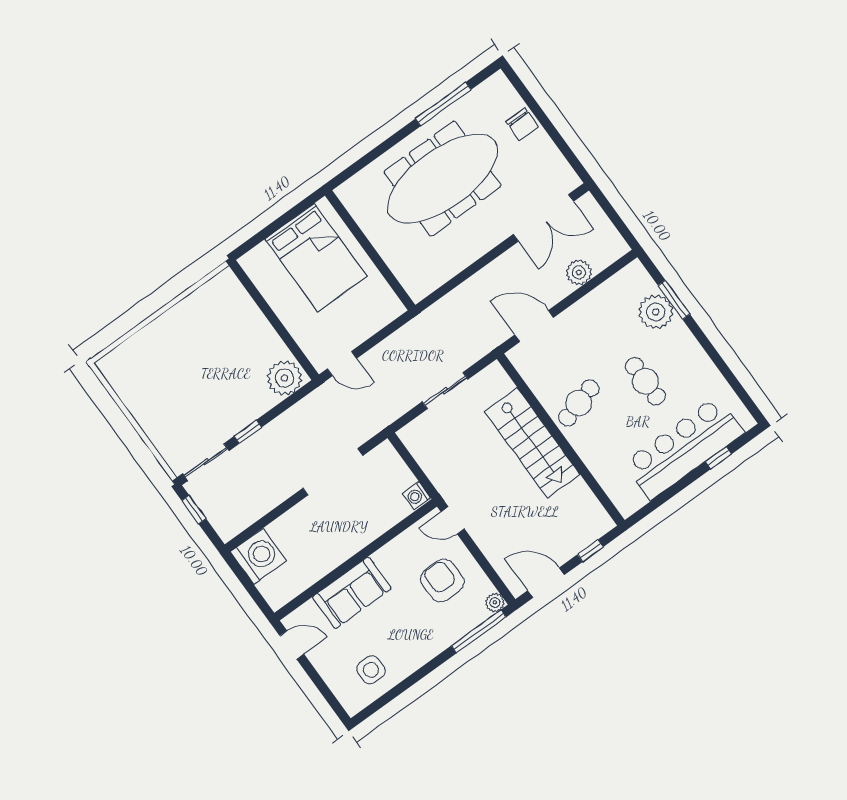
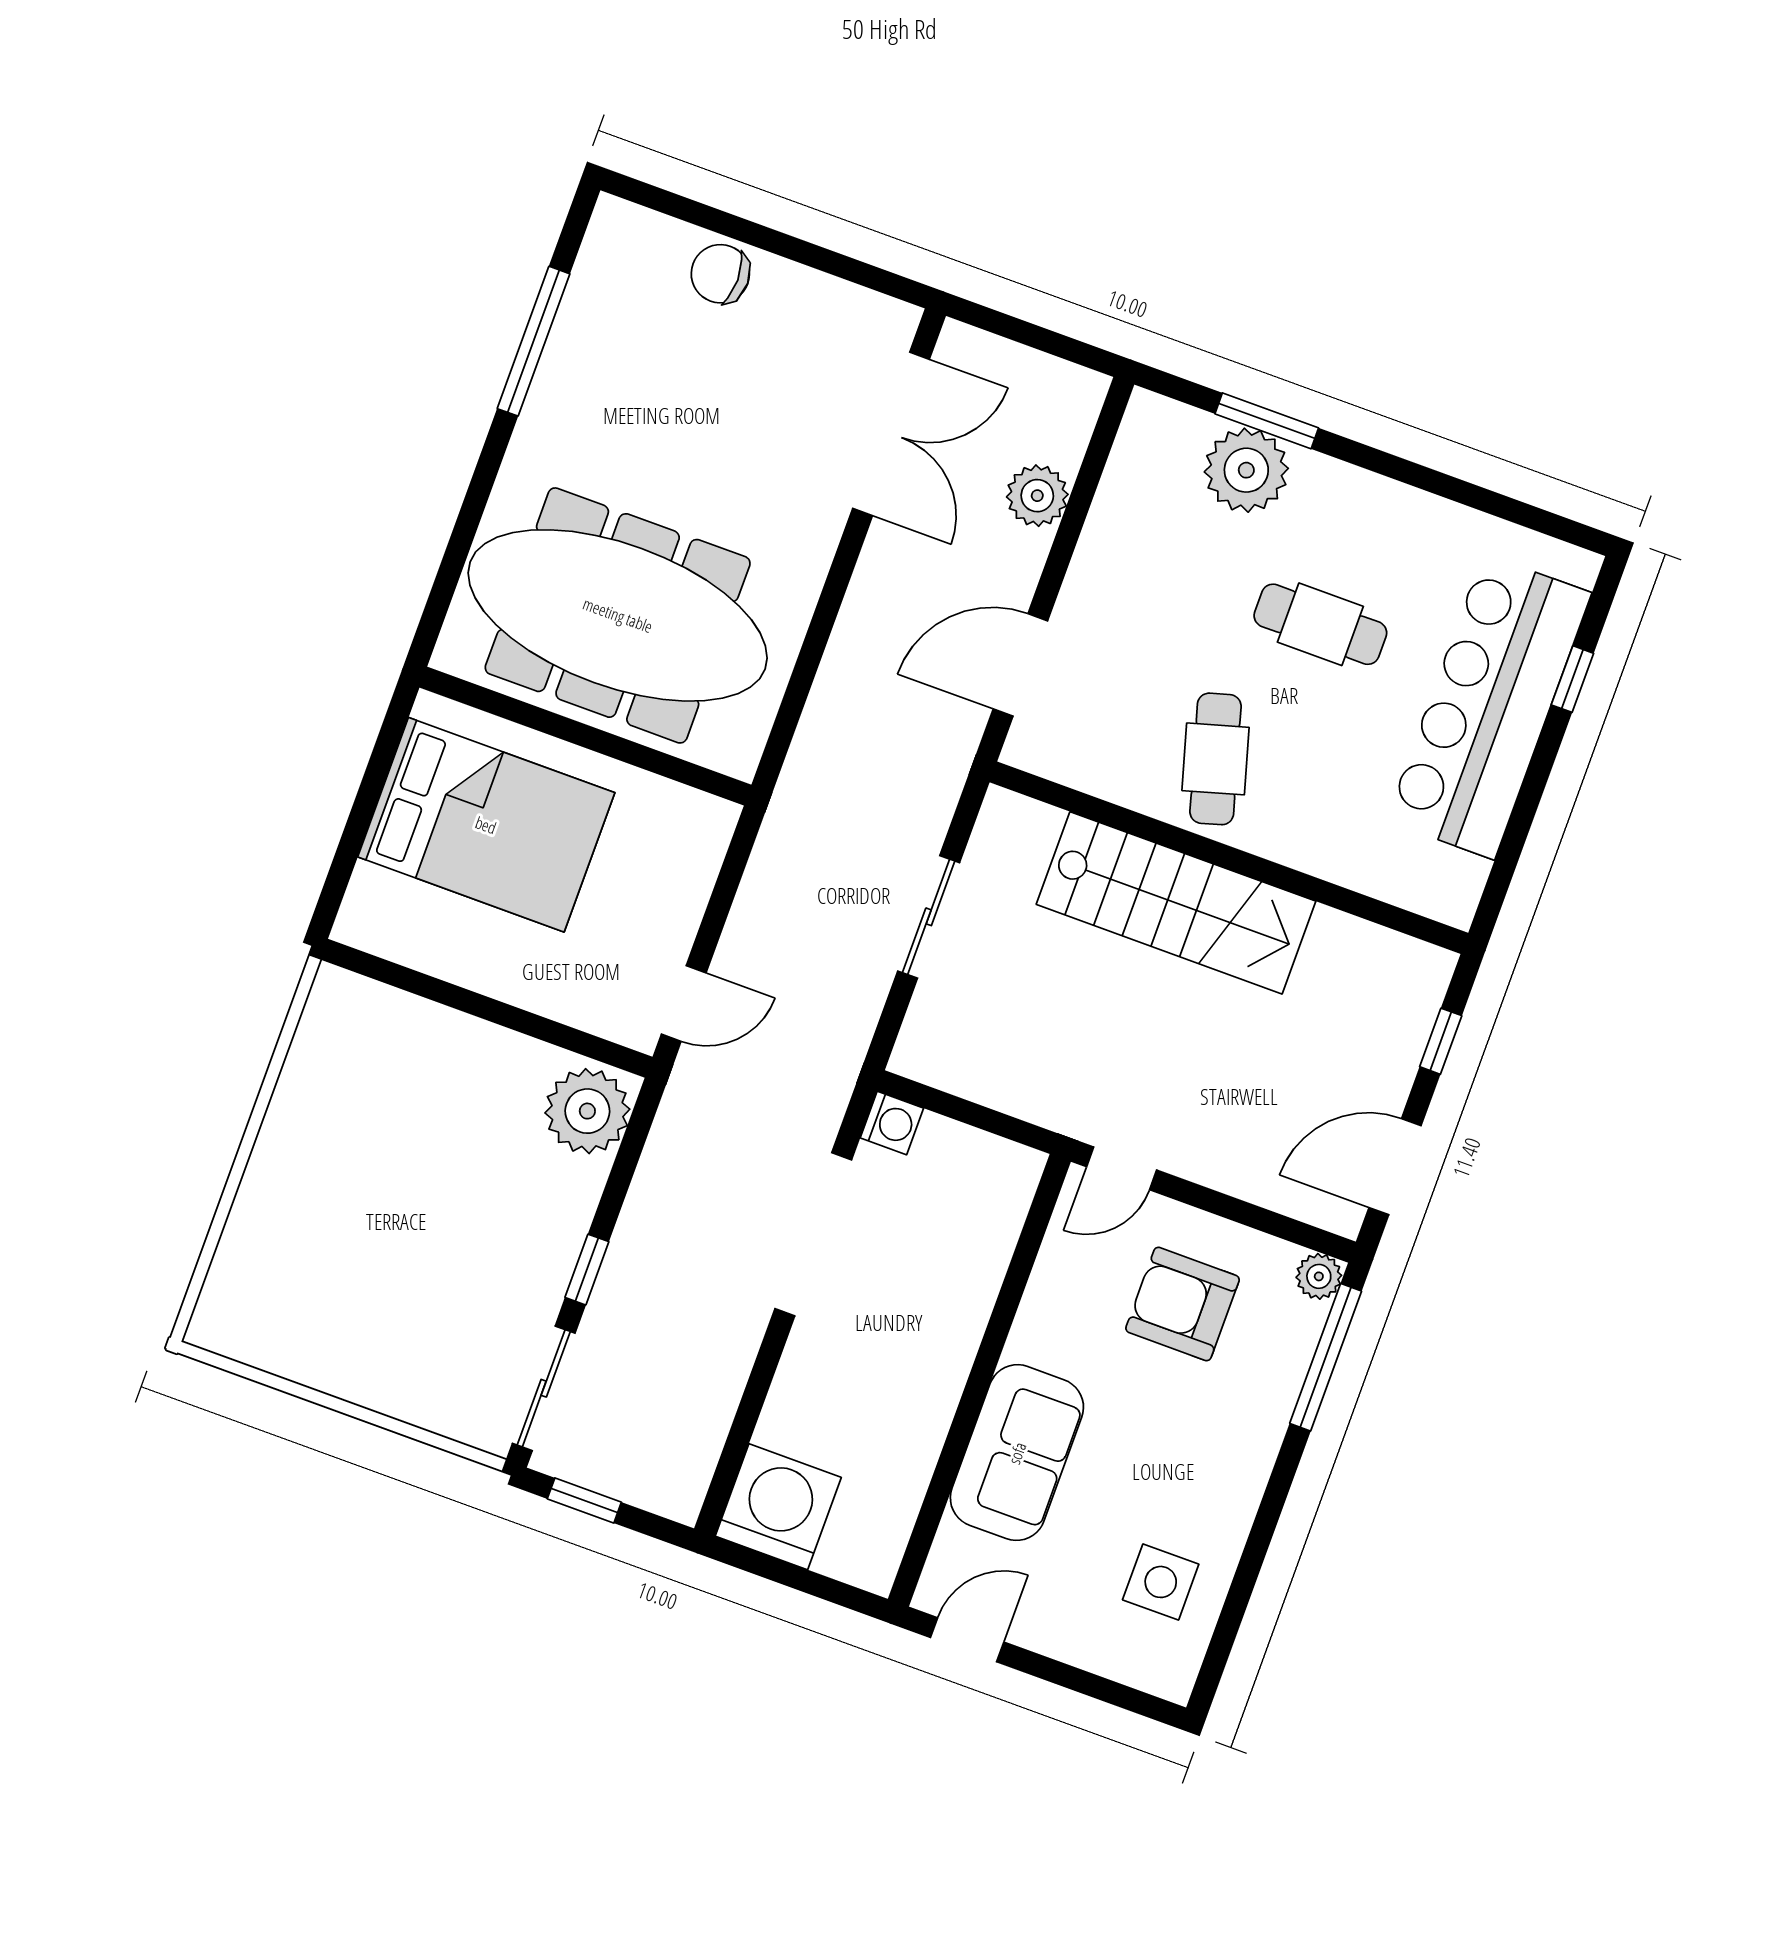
chair: (522, 124) -> (720, 274), turned 180
meeting table: (442, 179) -> (618, 615), moved, turned 90
washing machine: (417, 496) -> (892, 1123), moved, turned -90

